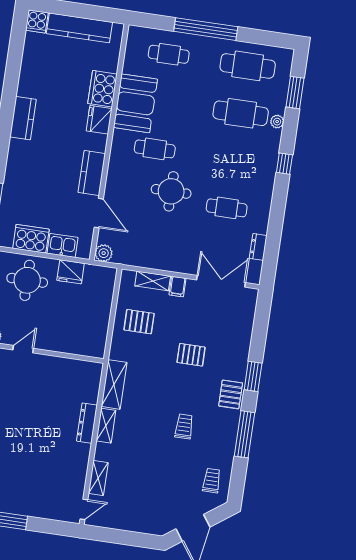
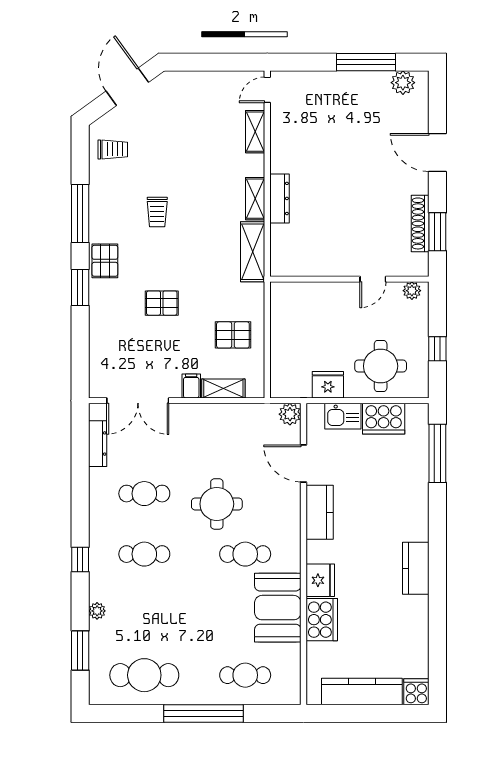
cafe table: (241, 113) -> (144, 554), moved, width x0.73, depth x0.74
dresser: (258, 247) -> (98, 444), width x1.44
trolley: (212, 481) -> (113, 149), turned -90

